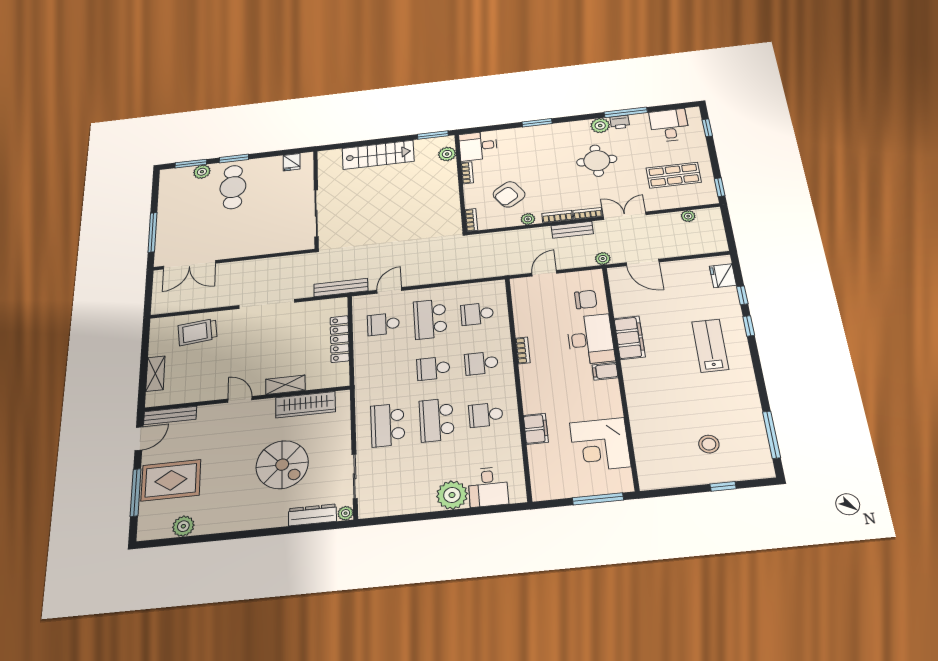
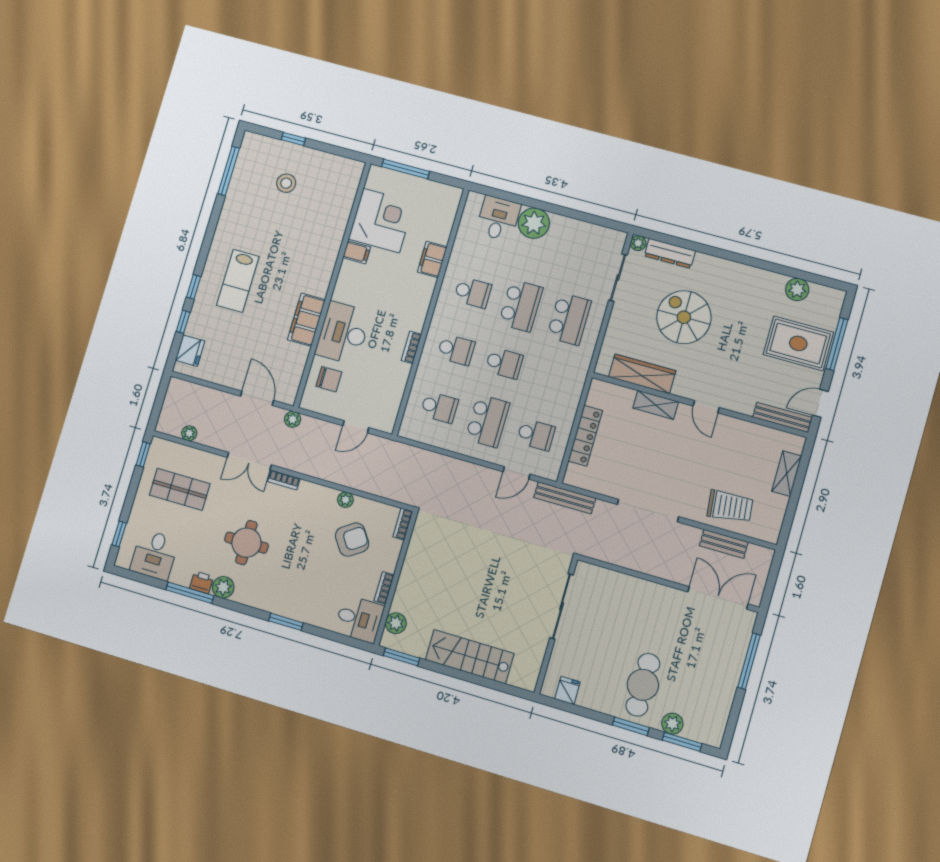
bookcase: (557, 217) -> (315, 490), removed
bench: (572, 230) -> (724, 544), moved
chair: (586, 299) -> (329, 379), turned 180
filing cabinet: (605, 371) -> (357, 252), moved

